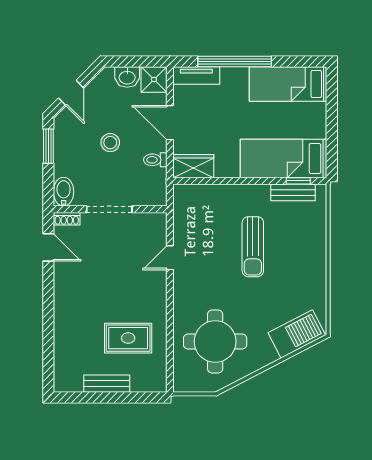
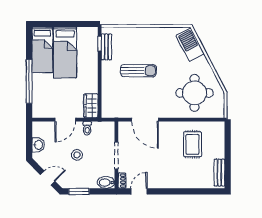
tv unit: (196, 76) -> (37, 104), removed
shower: (154, 79) -> (40, 129), removed
bed: (284, 158) -> (65, 52), moved
door: (170, 258) -> (145, 120), width x1.87
bench: (107, 384) -> (219, 173), moved

